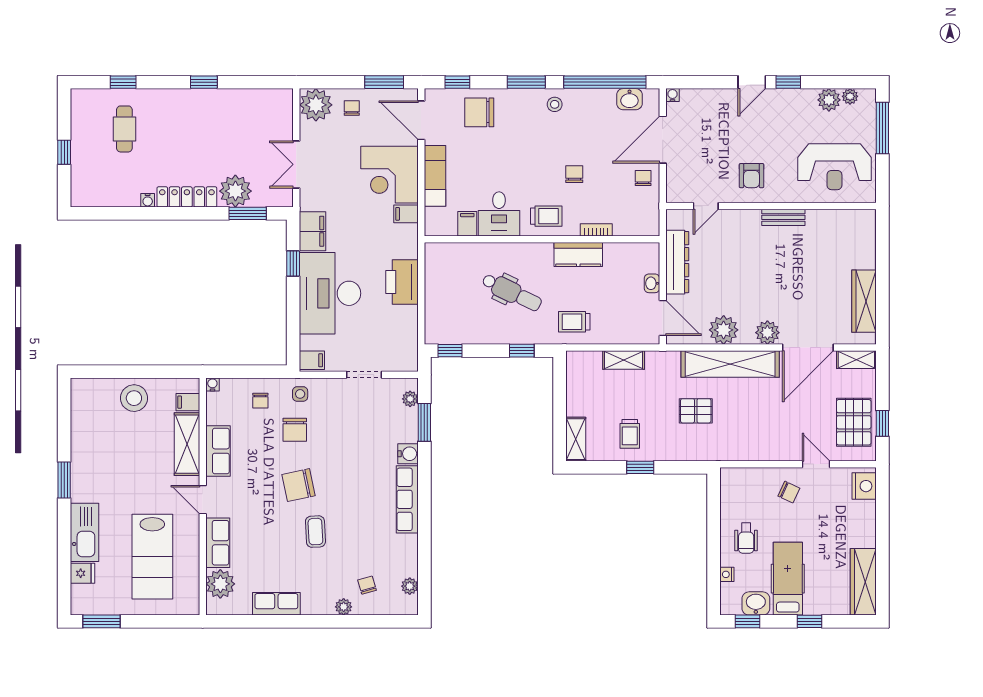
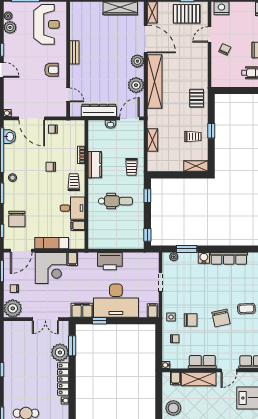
dental chair: (512, 292) -> (115, 201), turned 64
pallet: (696, 411) -> (197, 98), moved

